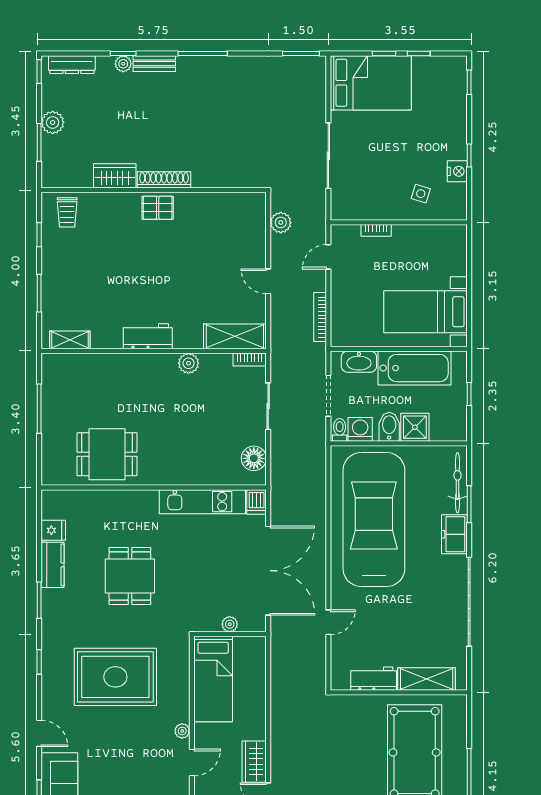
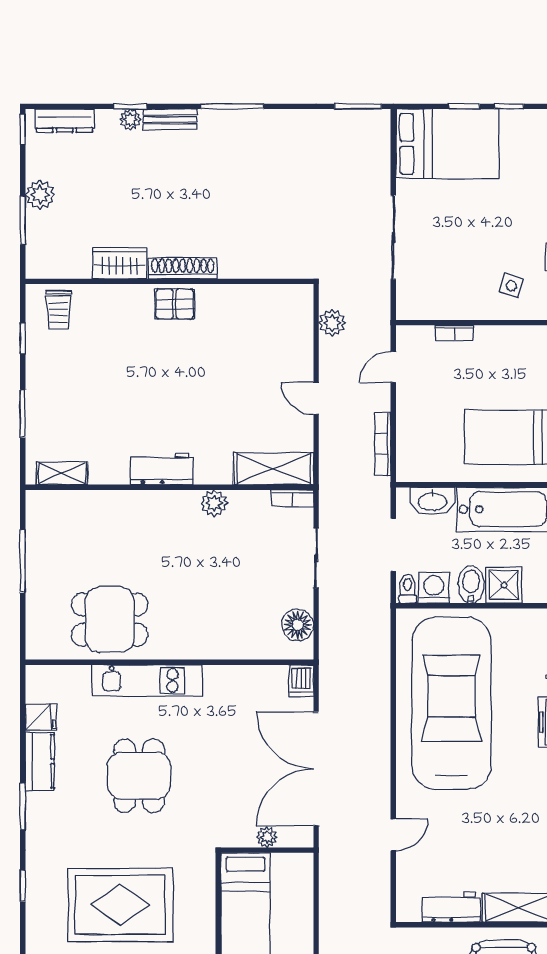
kitchen unit: (202, 502) -> (147, 680), moved
double door: (268, 571) -> (316, 769), swing flipped

